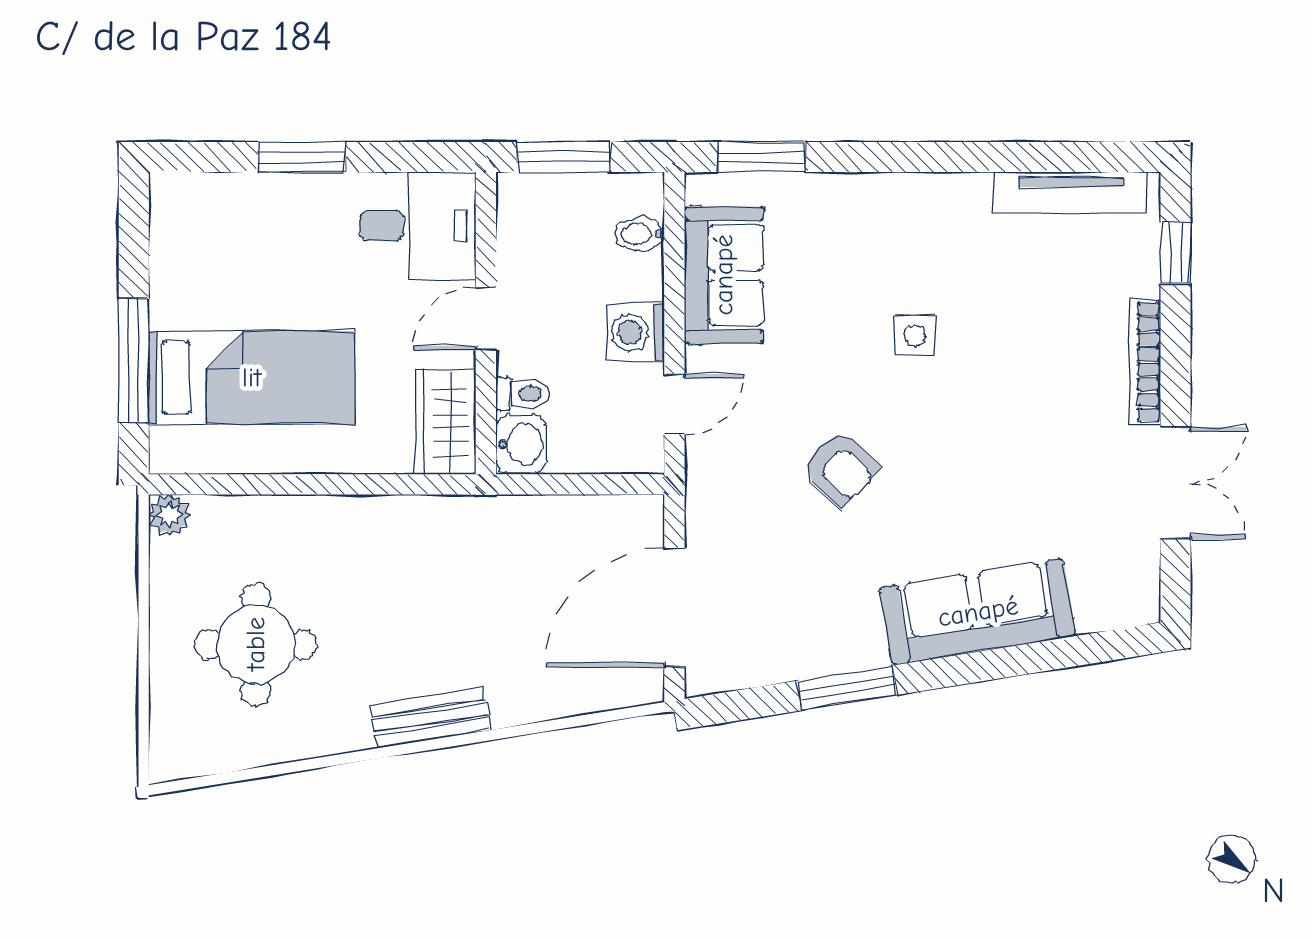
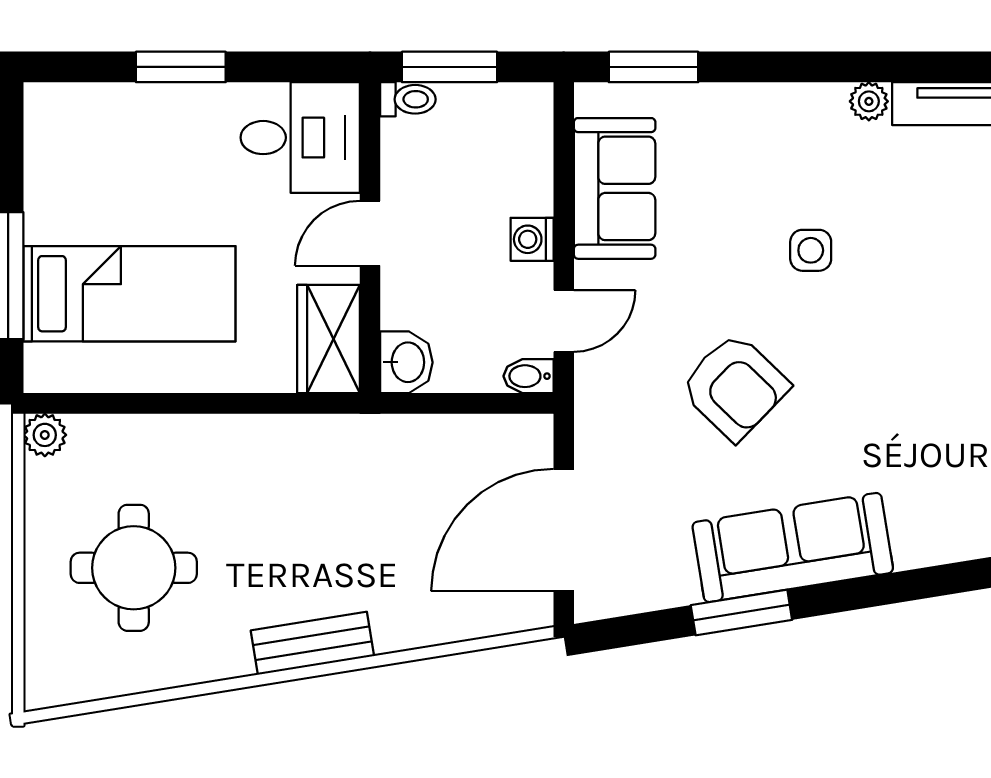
plant: (971, 190) -> (869, 101), added
bidet: (640, 234) -> (528, 376), moved
washing machine: (636, 333) -> (532, 239), width x0.73, depth x0.73
toilet: (523, 394) -> (408, 99), moved
armchair: (841, 468) -> (735, 387), width x1.38, depth x1.38
sofa: (978, 612) -> (793, 547), moved

